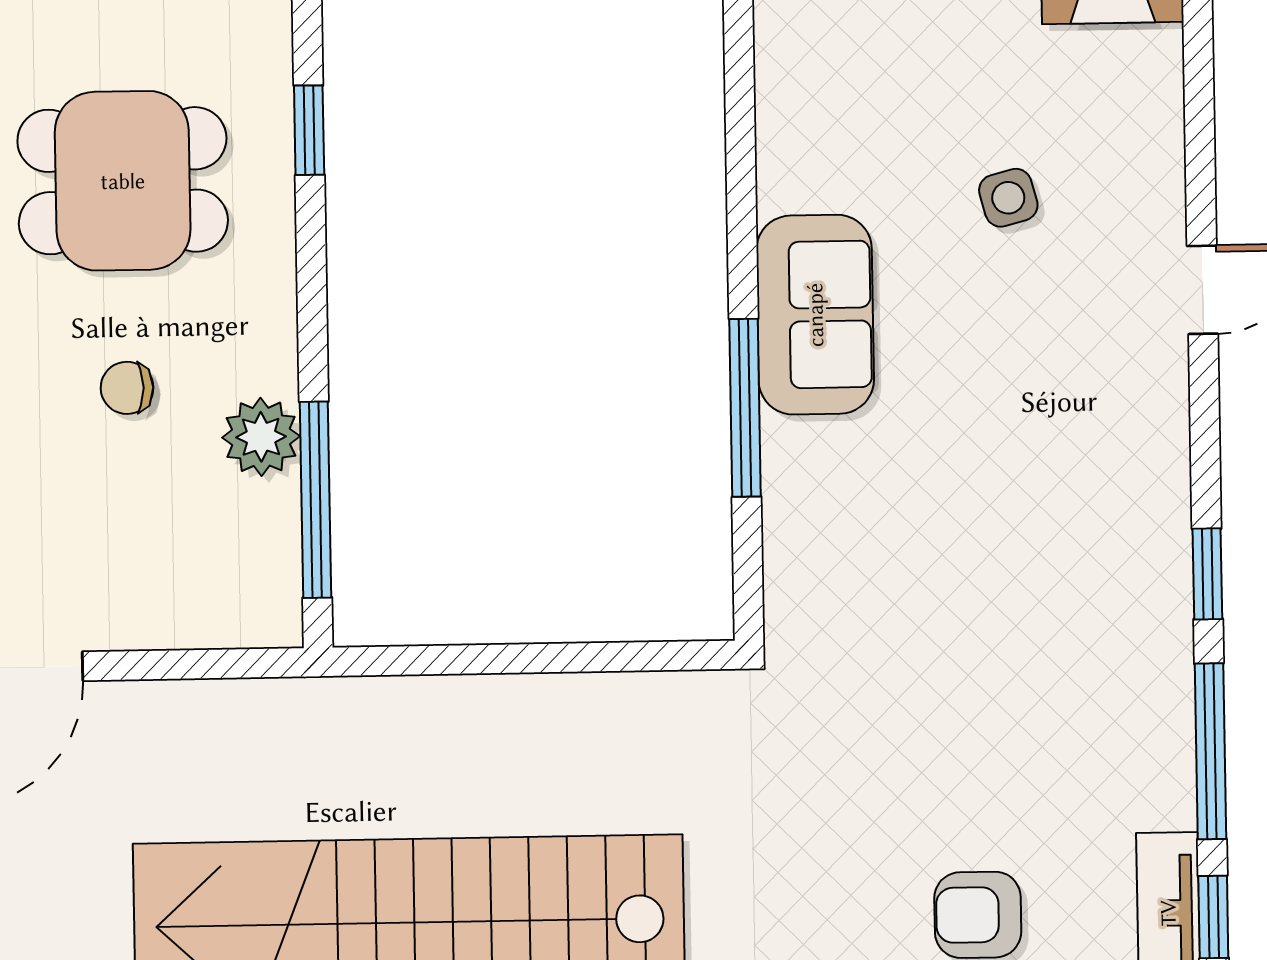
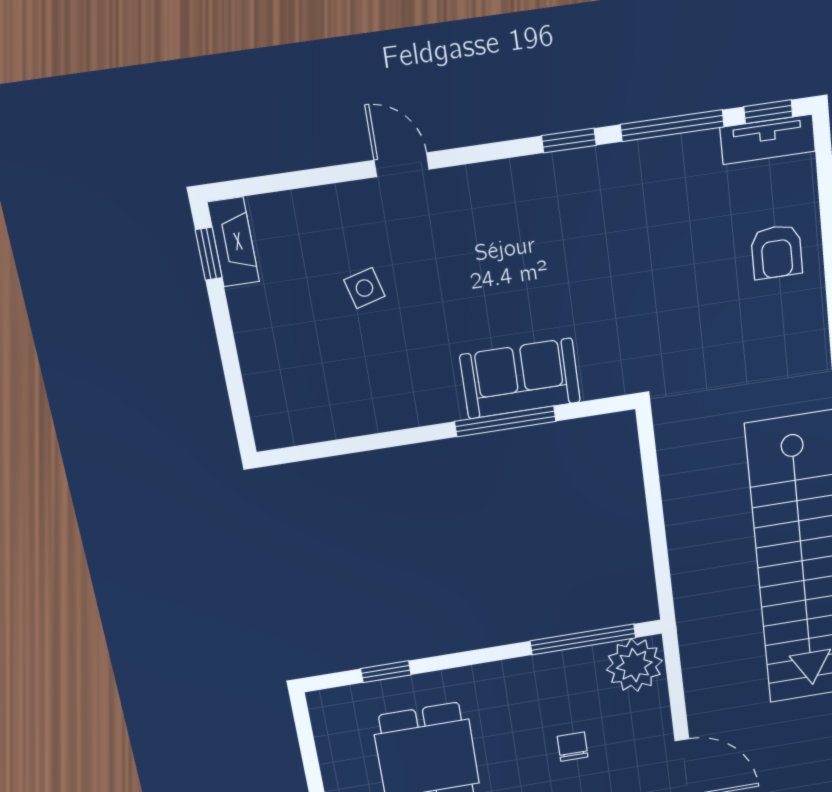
sofa: (815, 315) -> (520, 379), moved
chair: (127, 388) -> (573, 747), moved, turned 180
plant: (261, 437) -> (634, 665), moved, width x1.36, depth x1.36

